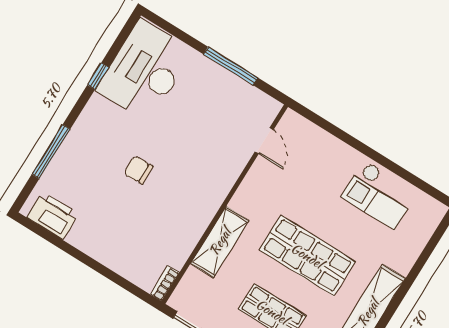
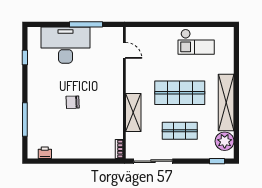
desk: (145, 71) -> (65, 45), moved, turned 90
window: (98, 76) -> (25, 58), moved
printer: (53, 216) -> (45, 153), width x0.53, depth x0.68

